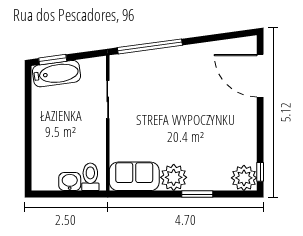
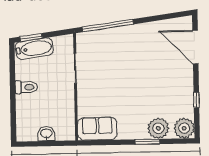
window: (260, 172) -> (196, 100), moved
toilet: (90, 177) -> (26, 87), moved, turned 90
plant: (174, 177) -> (158, 128), moved

